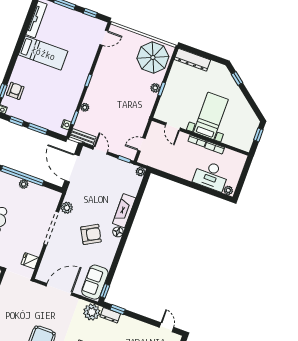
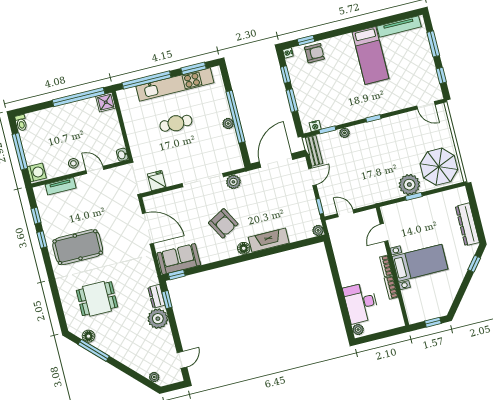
dresser: (192, 60) -> (467, 224), moved
plant: (155, 88) -> (409, 185), width x1.88, depth x1.88
plant: (92, 312) -> (158, 319), moved

